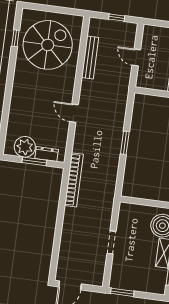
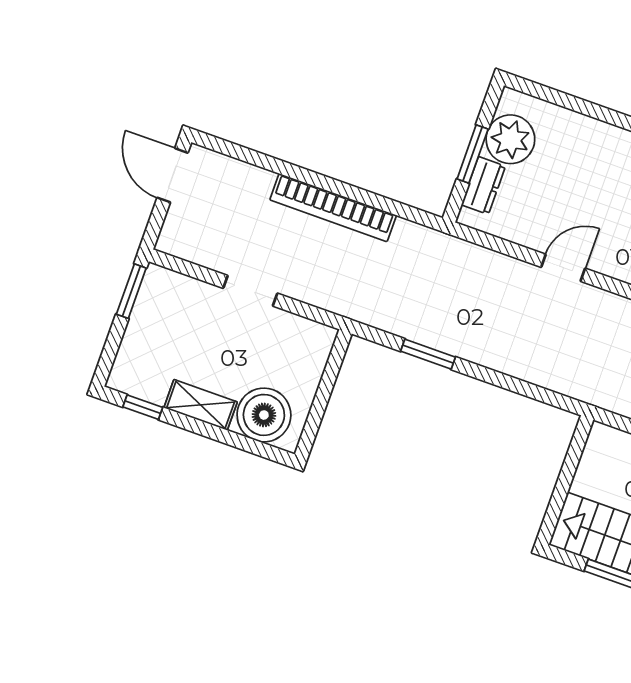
window: (125, 143) -> (428, 354), moved
bookcase: (74, 180) -> (333, 208), moved

